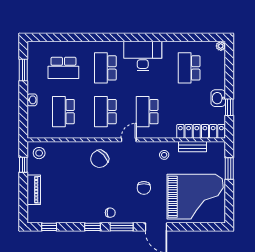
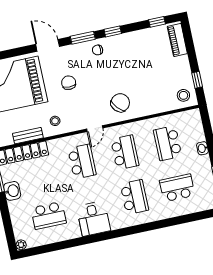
desk: (143, 56) -> (93, 219), width x0.73
school desk: (189, 68) -> (49, 215), turned 90
school desk: (63, 112) -> (168, 143), turned 180
piano: (34, 190) -> (177, 40), moved

